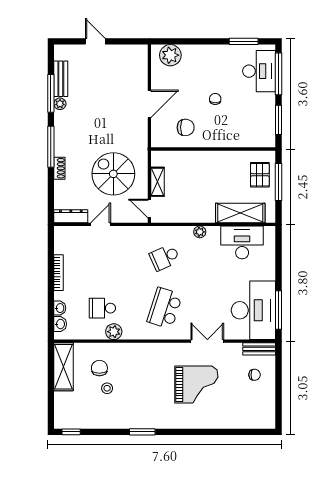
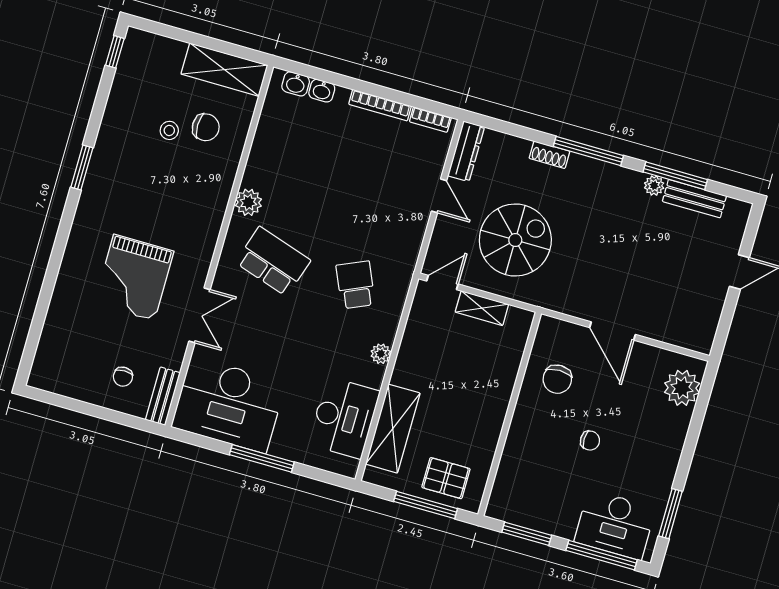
bookcase: (59, 242) -> (430, 120), added
school desk: (102, 308) -> (302, 160), removed
window: (278, 310) -> (262, 458), moved
plant: (114, 332) -> (248, 202), moved

